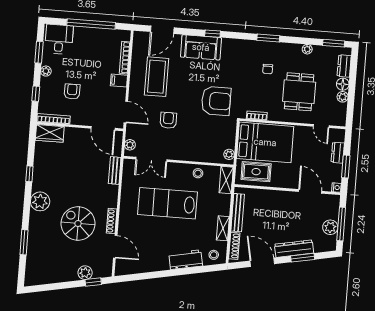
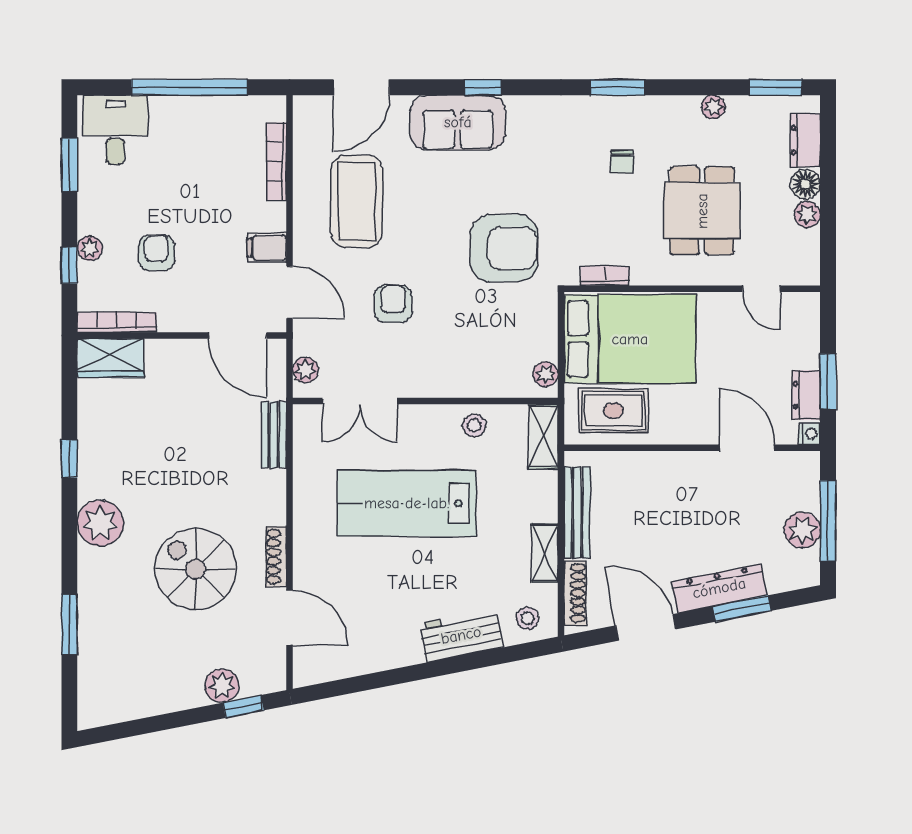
plant: (46, 71) -> (90, 248), moved
filing cabinet: (119, 81) -> (267, 248), moved
dresser: (338, 153) -> (806, 395), moved

